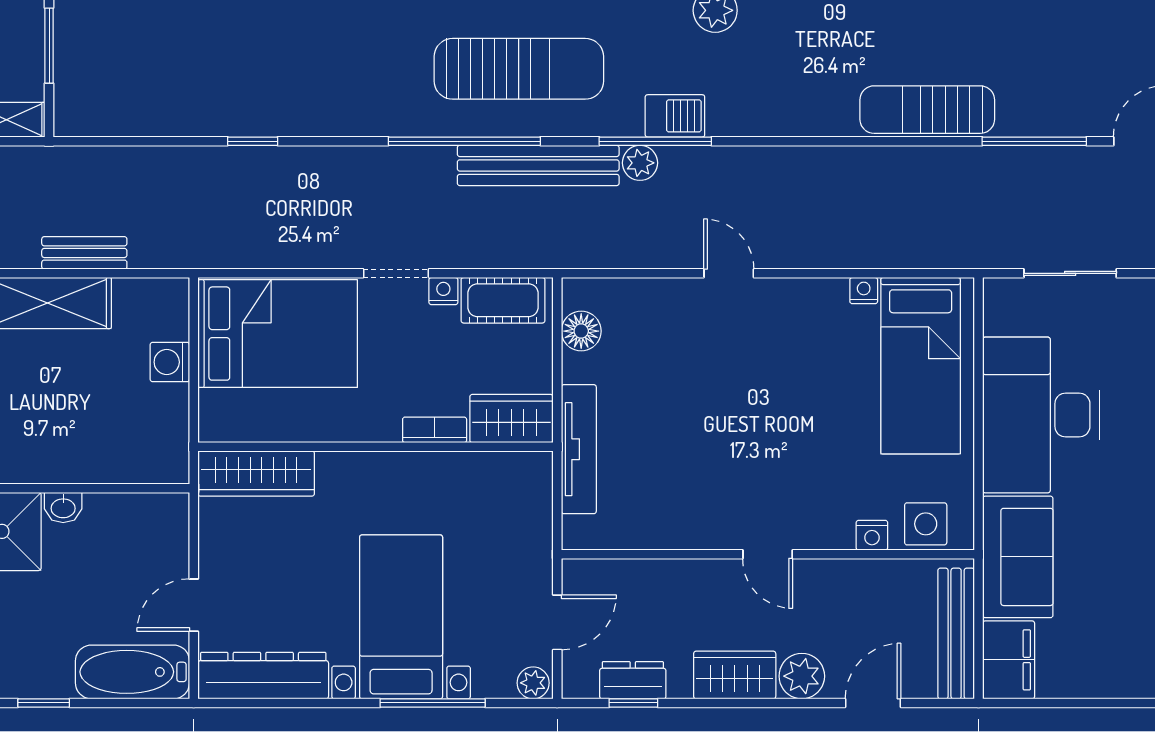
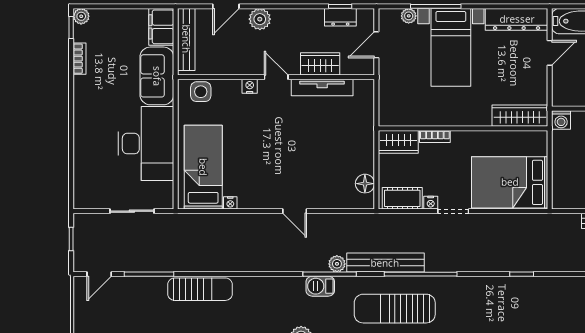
washing machine: (170, 362) -> (561, 120), moved, turned 90
tv unit: (579, 449) -> (322, 88), moved, turned -90
nightstand: (872, 535) -> (250, 86), moved
wardrobe: (735, 675) -> (320, 64), moved, turned 180
plant: (533, 683) -> (409, 16), moved

